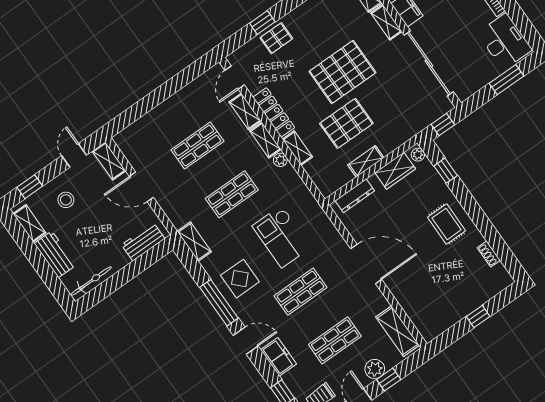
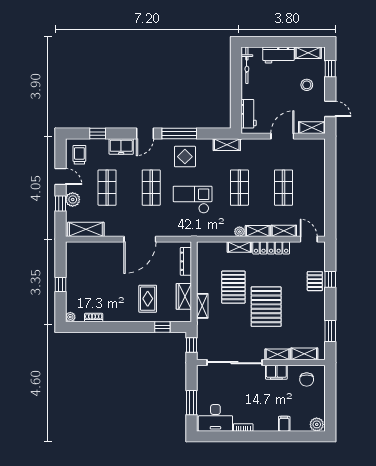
plant: (418, 155) -> (70, 317), moved
shelving: (366, 161) -> (202, 306), moved
rug: (447, 224) -> (148, 299), moved, turned 90

